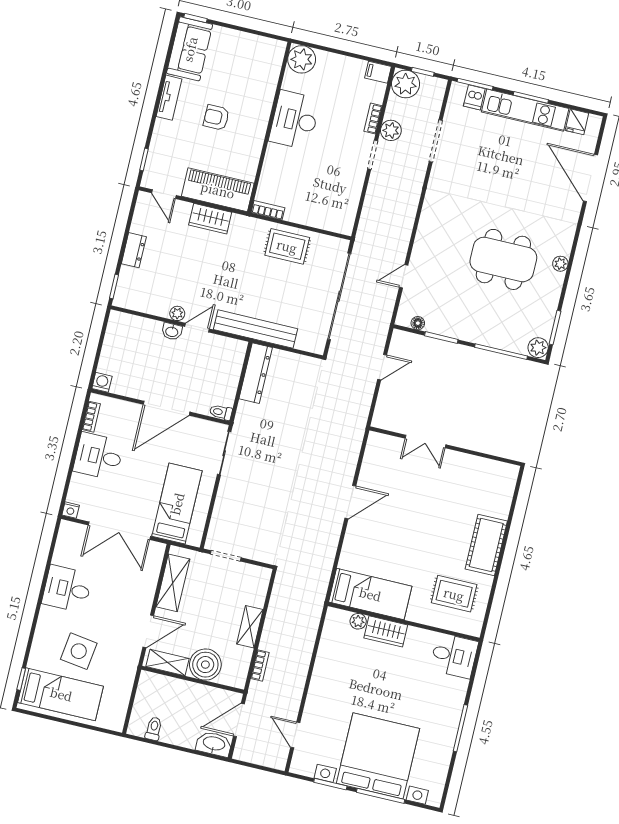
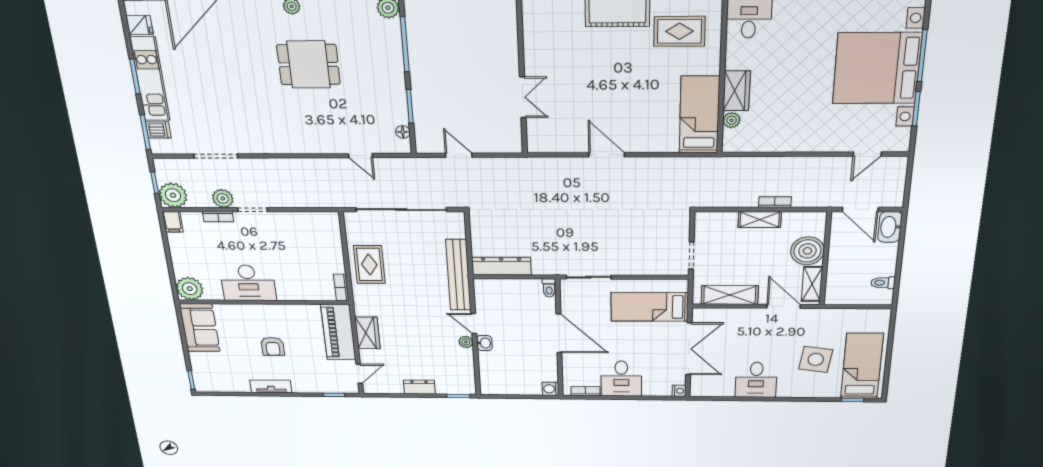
sofa: (190, 49) -> (200, 328), moved, turned 90
dining table: (503, 259) -> (308, 65), width x0.73
rug: (454, 594) -> (679, 31), turned 90
bookcase: (260, 665) -> (775, 202), moved

